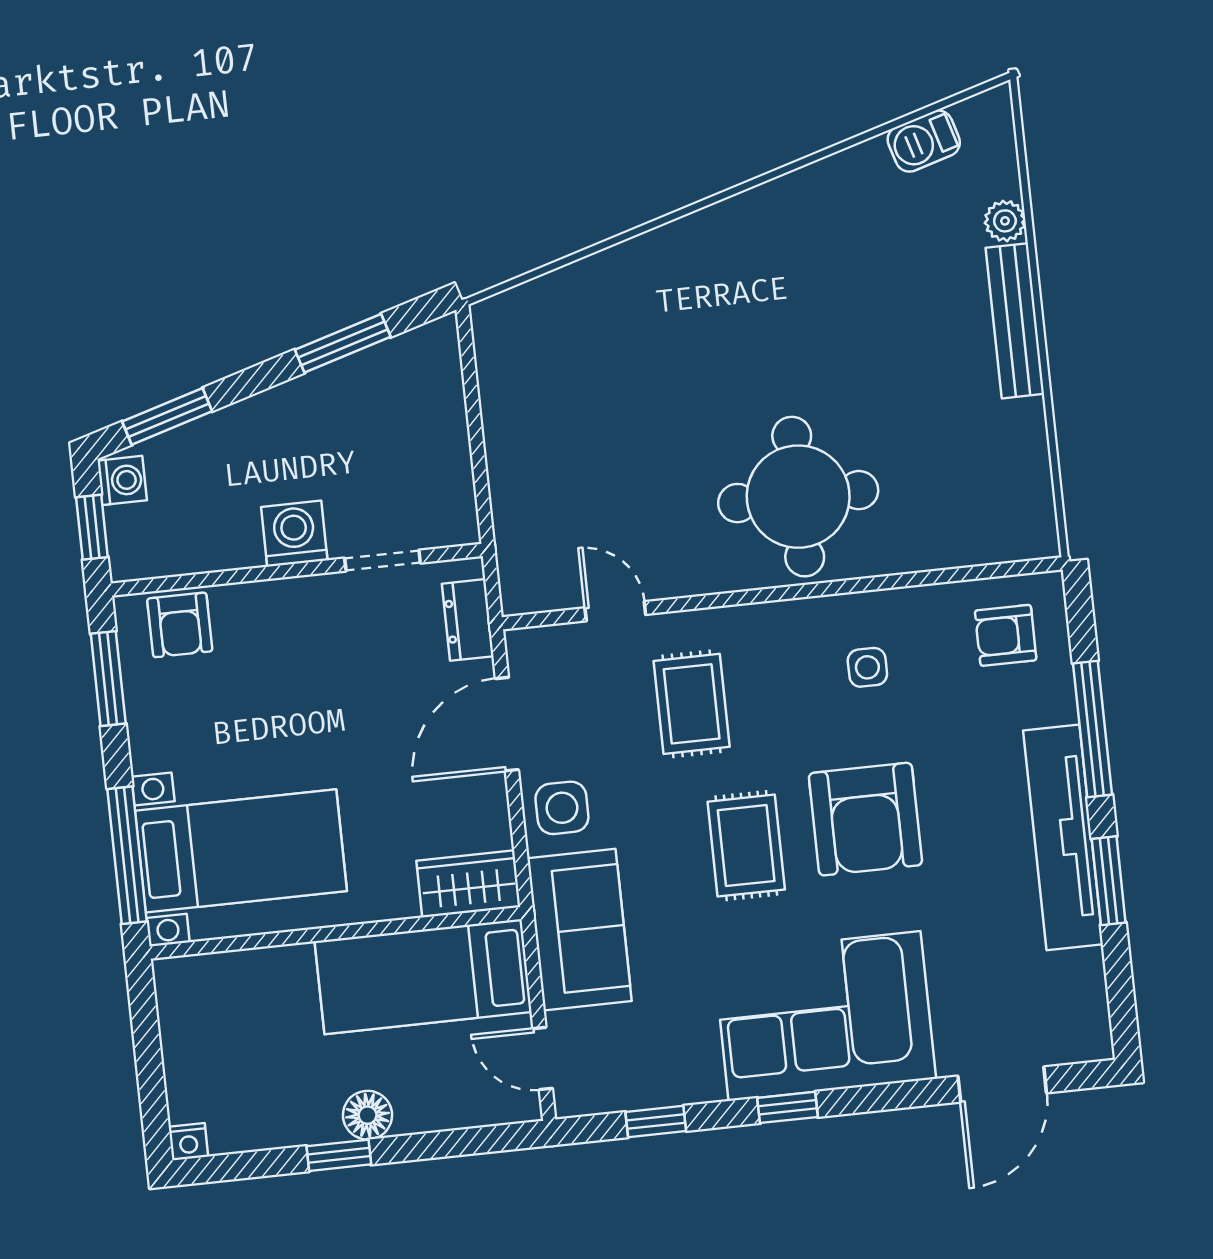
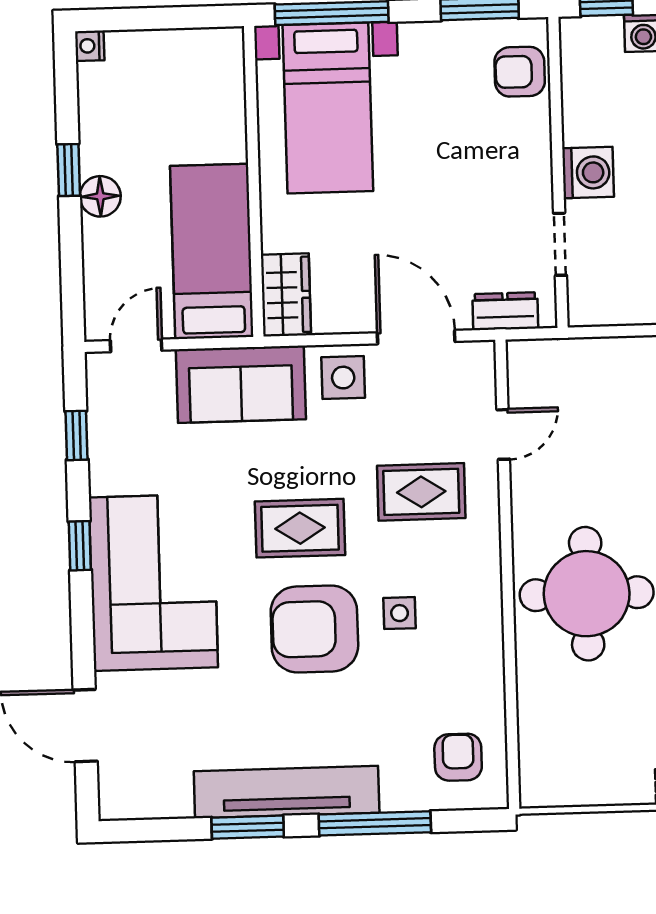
side table: (867, 667) -> (400, 613), moved

